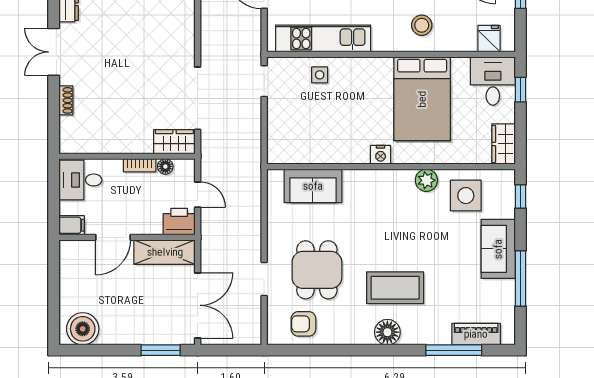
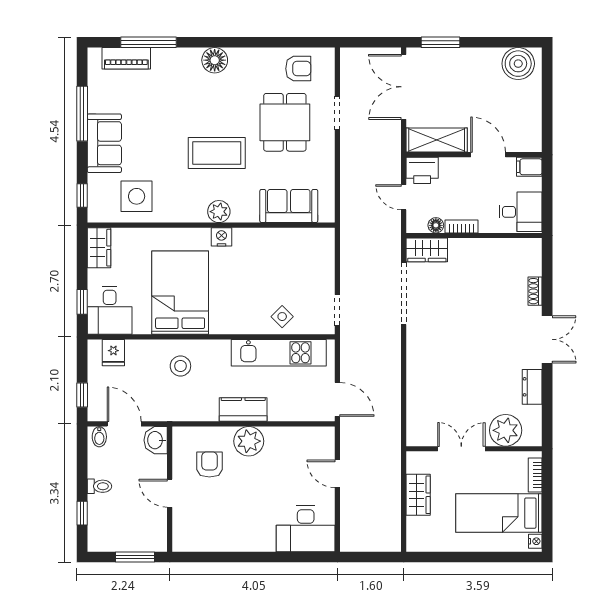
side table: (320, 75) -> (282, 317), turned 45
plant: (426, 180) -> (219, 212), moved
door: (113, 237) -> (488, 155), hinge flipped
coffee table: (395, 288) -> (217, 153), moved

